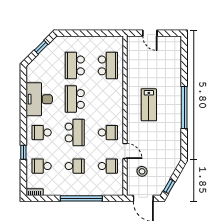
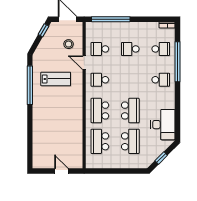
desk: (39, 99) -> (163, 125), moved
lab bench: (149, 105) -> (56, 79), moved, turned 90
window: (184, 108) -> (30, 85), moved
school desk: (75, 133) -> (100, 111), moved
window: (23, 152) -> (177, 62), width x3.17
window: (81, 198) -> (111, 19), moved

